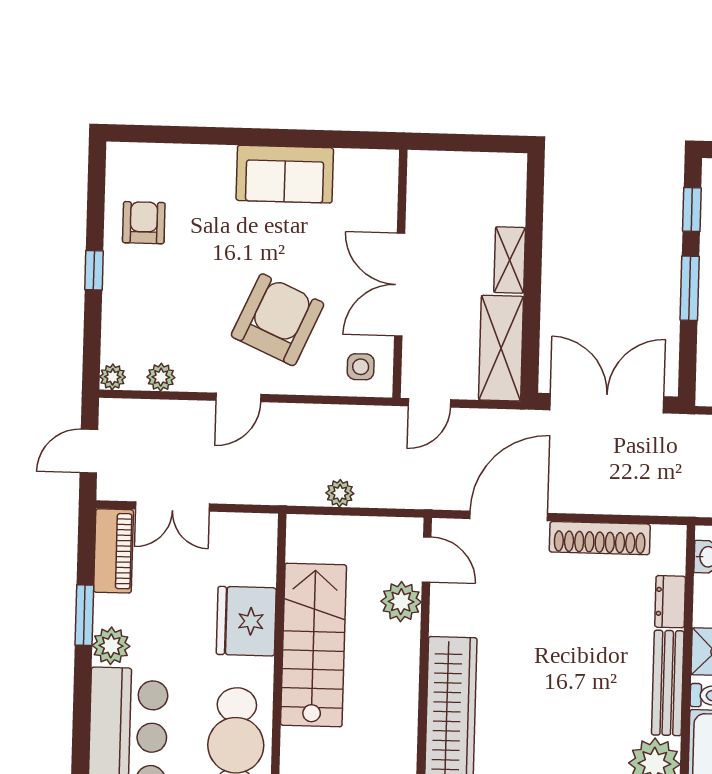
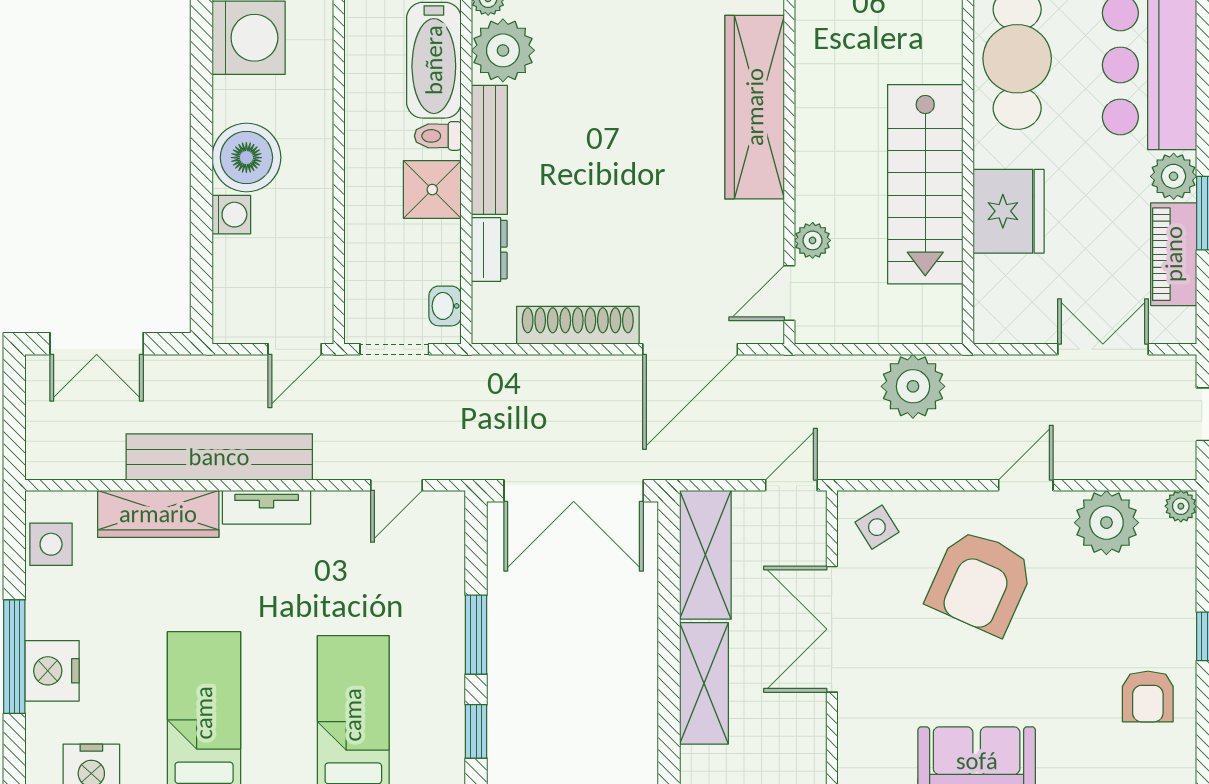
shelving: (510, 260) -> (704, 683), width x1.50, depth x1.33
double door: (400, 285) -> (832, 629), swing flipped
side table: (361, 367) -> (877, 527), turned -32
plant: (161, 377) -> (1106, 523), width x1.87, depth x1.87
plant: (340, 493) -> (913, 386), width x1.88, depth x1.88
piano: (114, 551) -> (1174, 254), moved
door: (427, 559) -> (789, 293), hinge flipped
plant: (401, 602) -> (813, 240), width x0.73, depth x0.73

